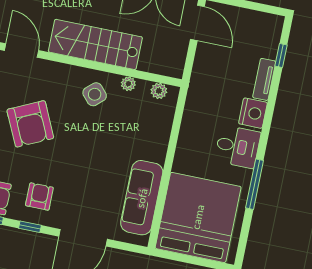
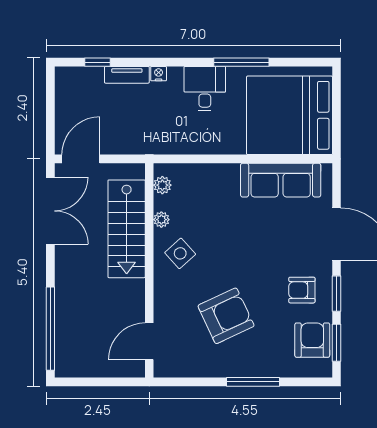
stairs: (95, 44) -> (127, 229), moved
nightstand: (253, 113) -> (159, 74), width x0.53, depth x0.56
window: (30, 227) -> (336, 294), width x1.50

